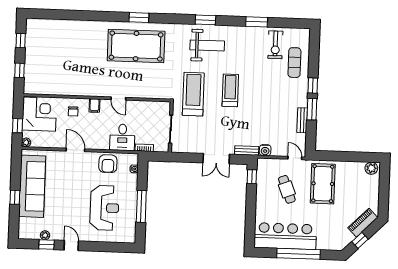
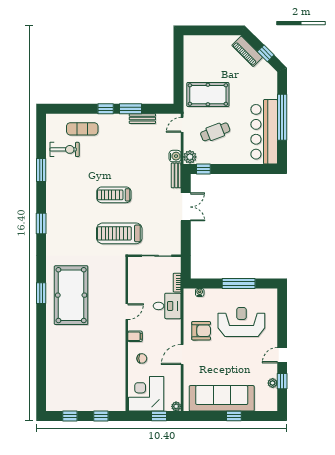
weight bench: (207, 45) -> (68, 221), removed
armchair: (108, 164) -> (201, 331), moved
plant: (371, 168) -> (190, 157), moved

